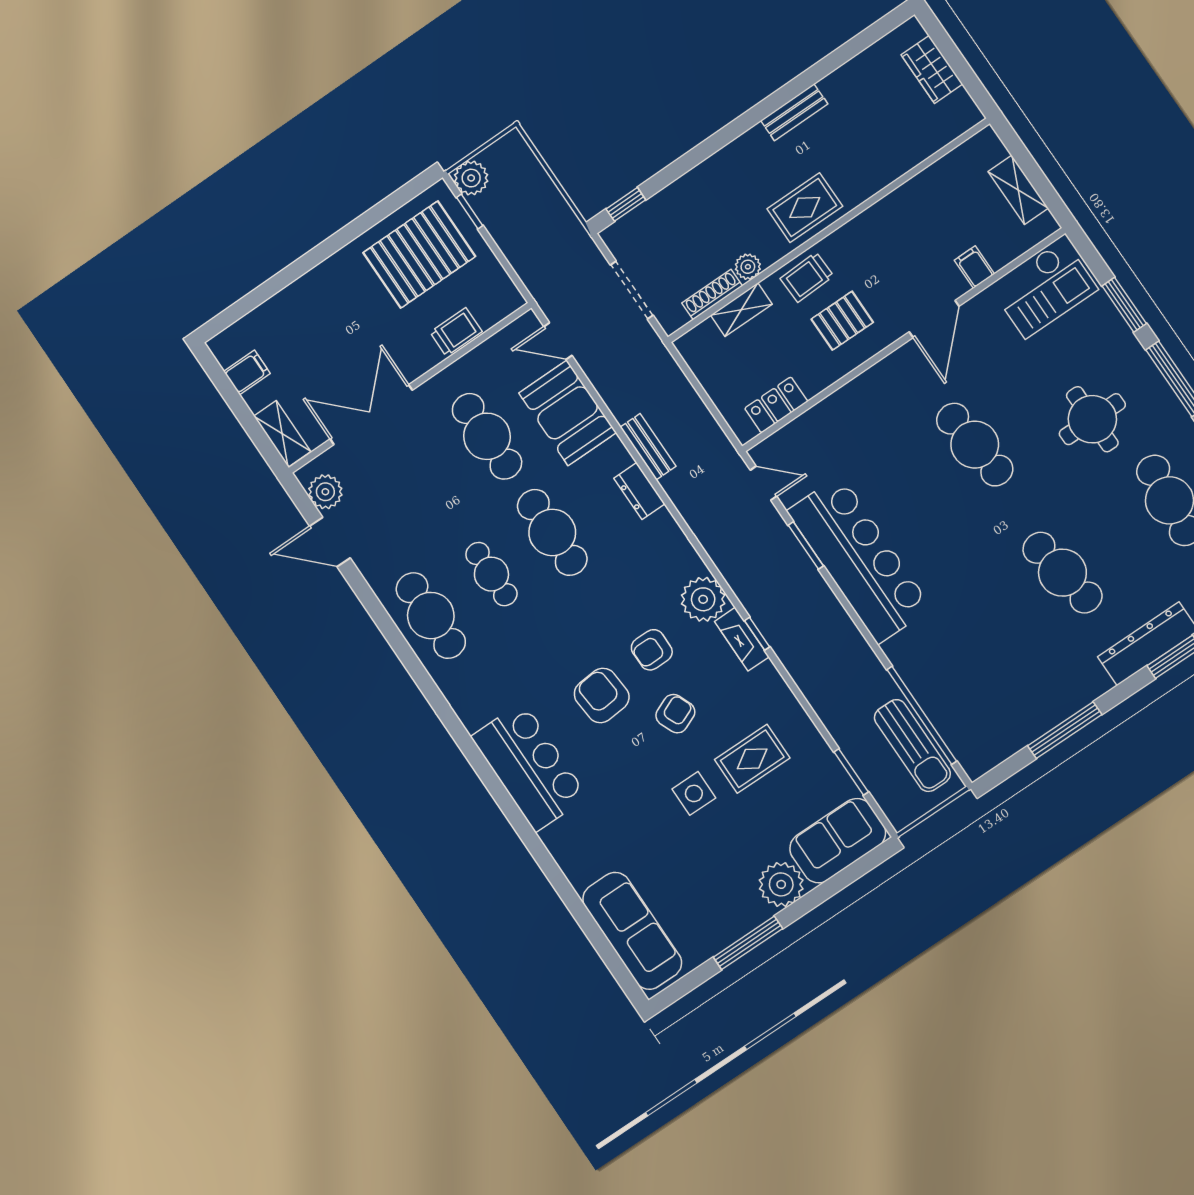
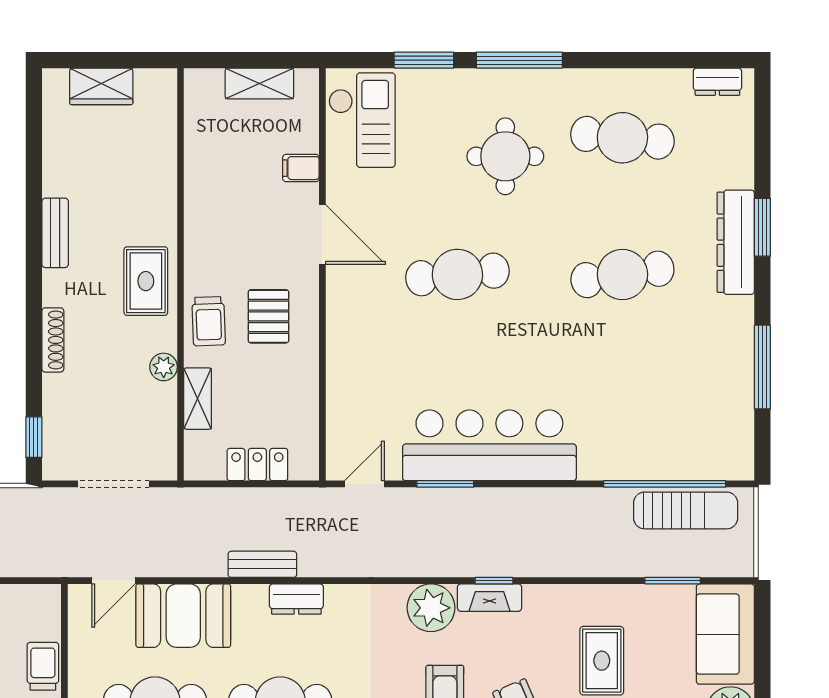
shoe rack: (712, 295) -> (53, 340), moved, turned 180
locker: (776, 405) -> (257, 465), moved, turned 90

